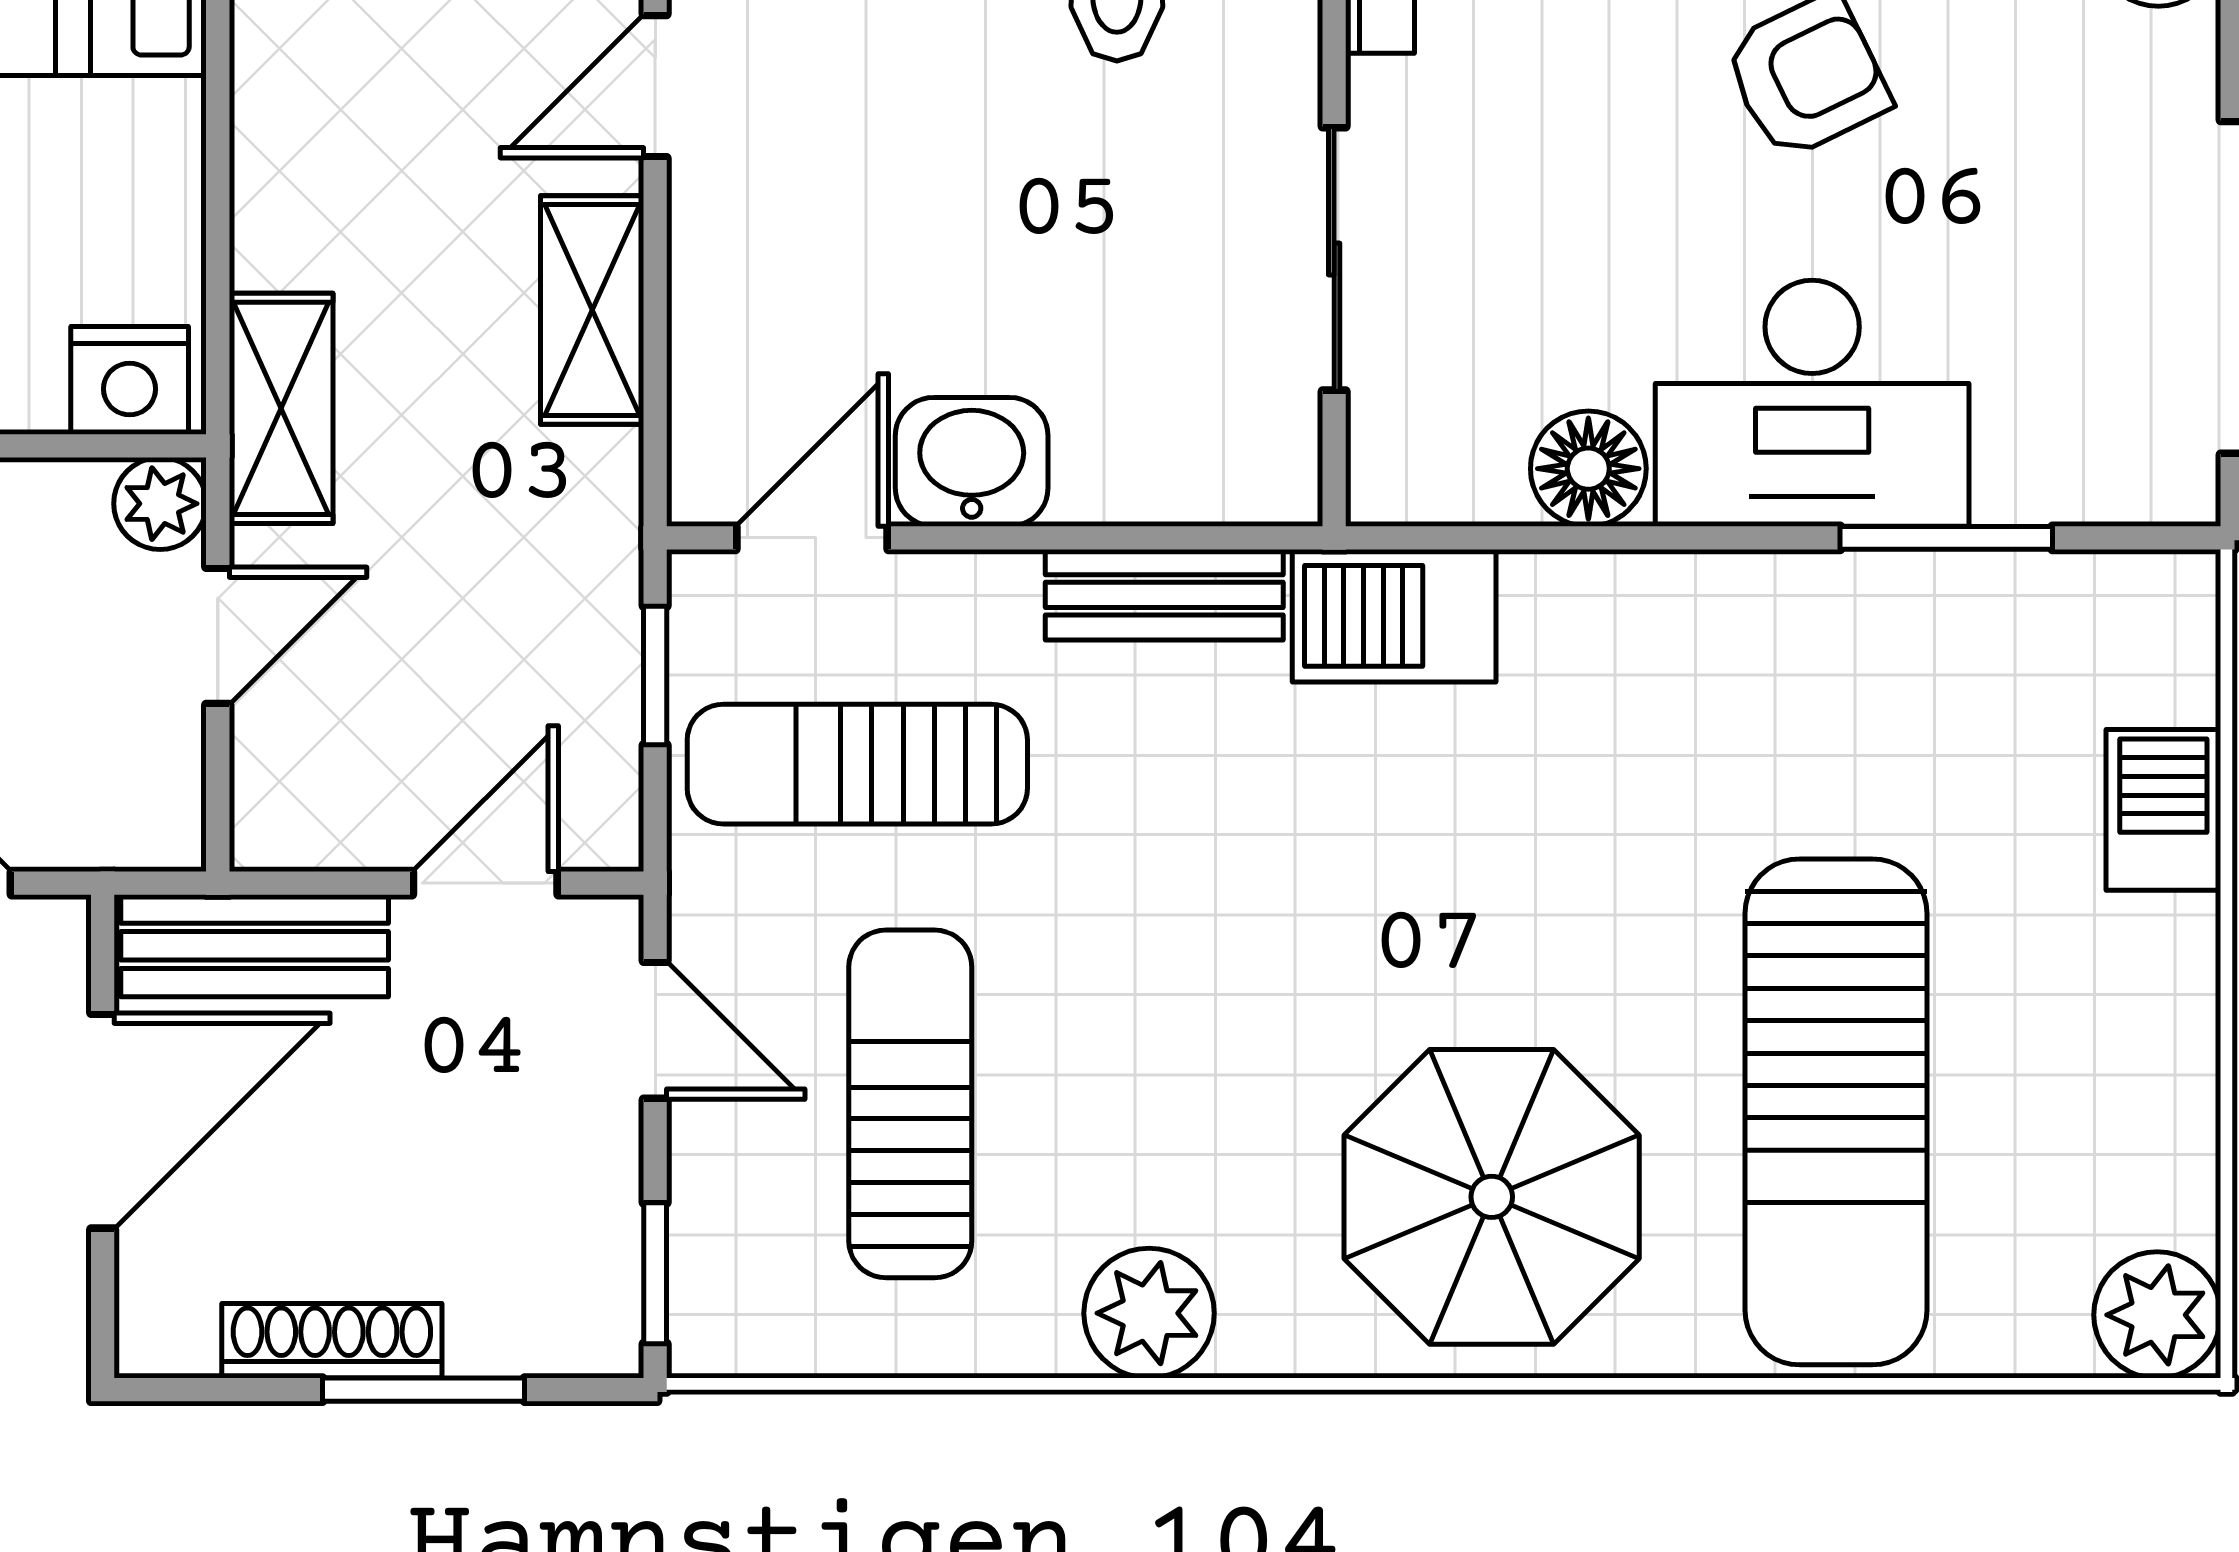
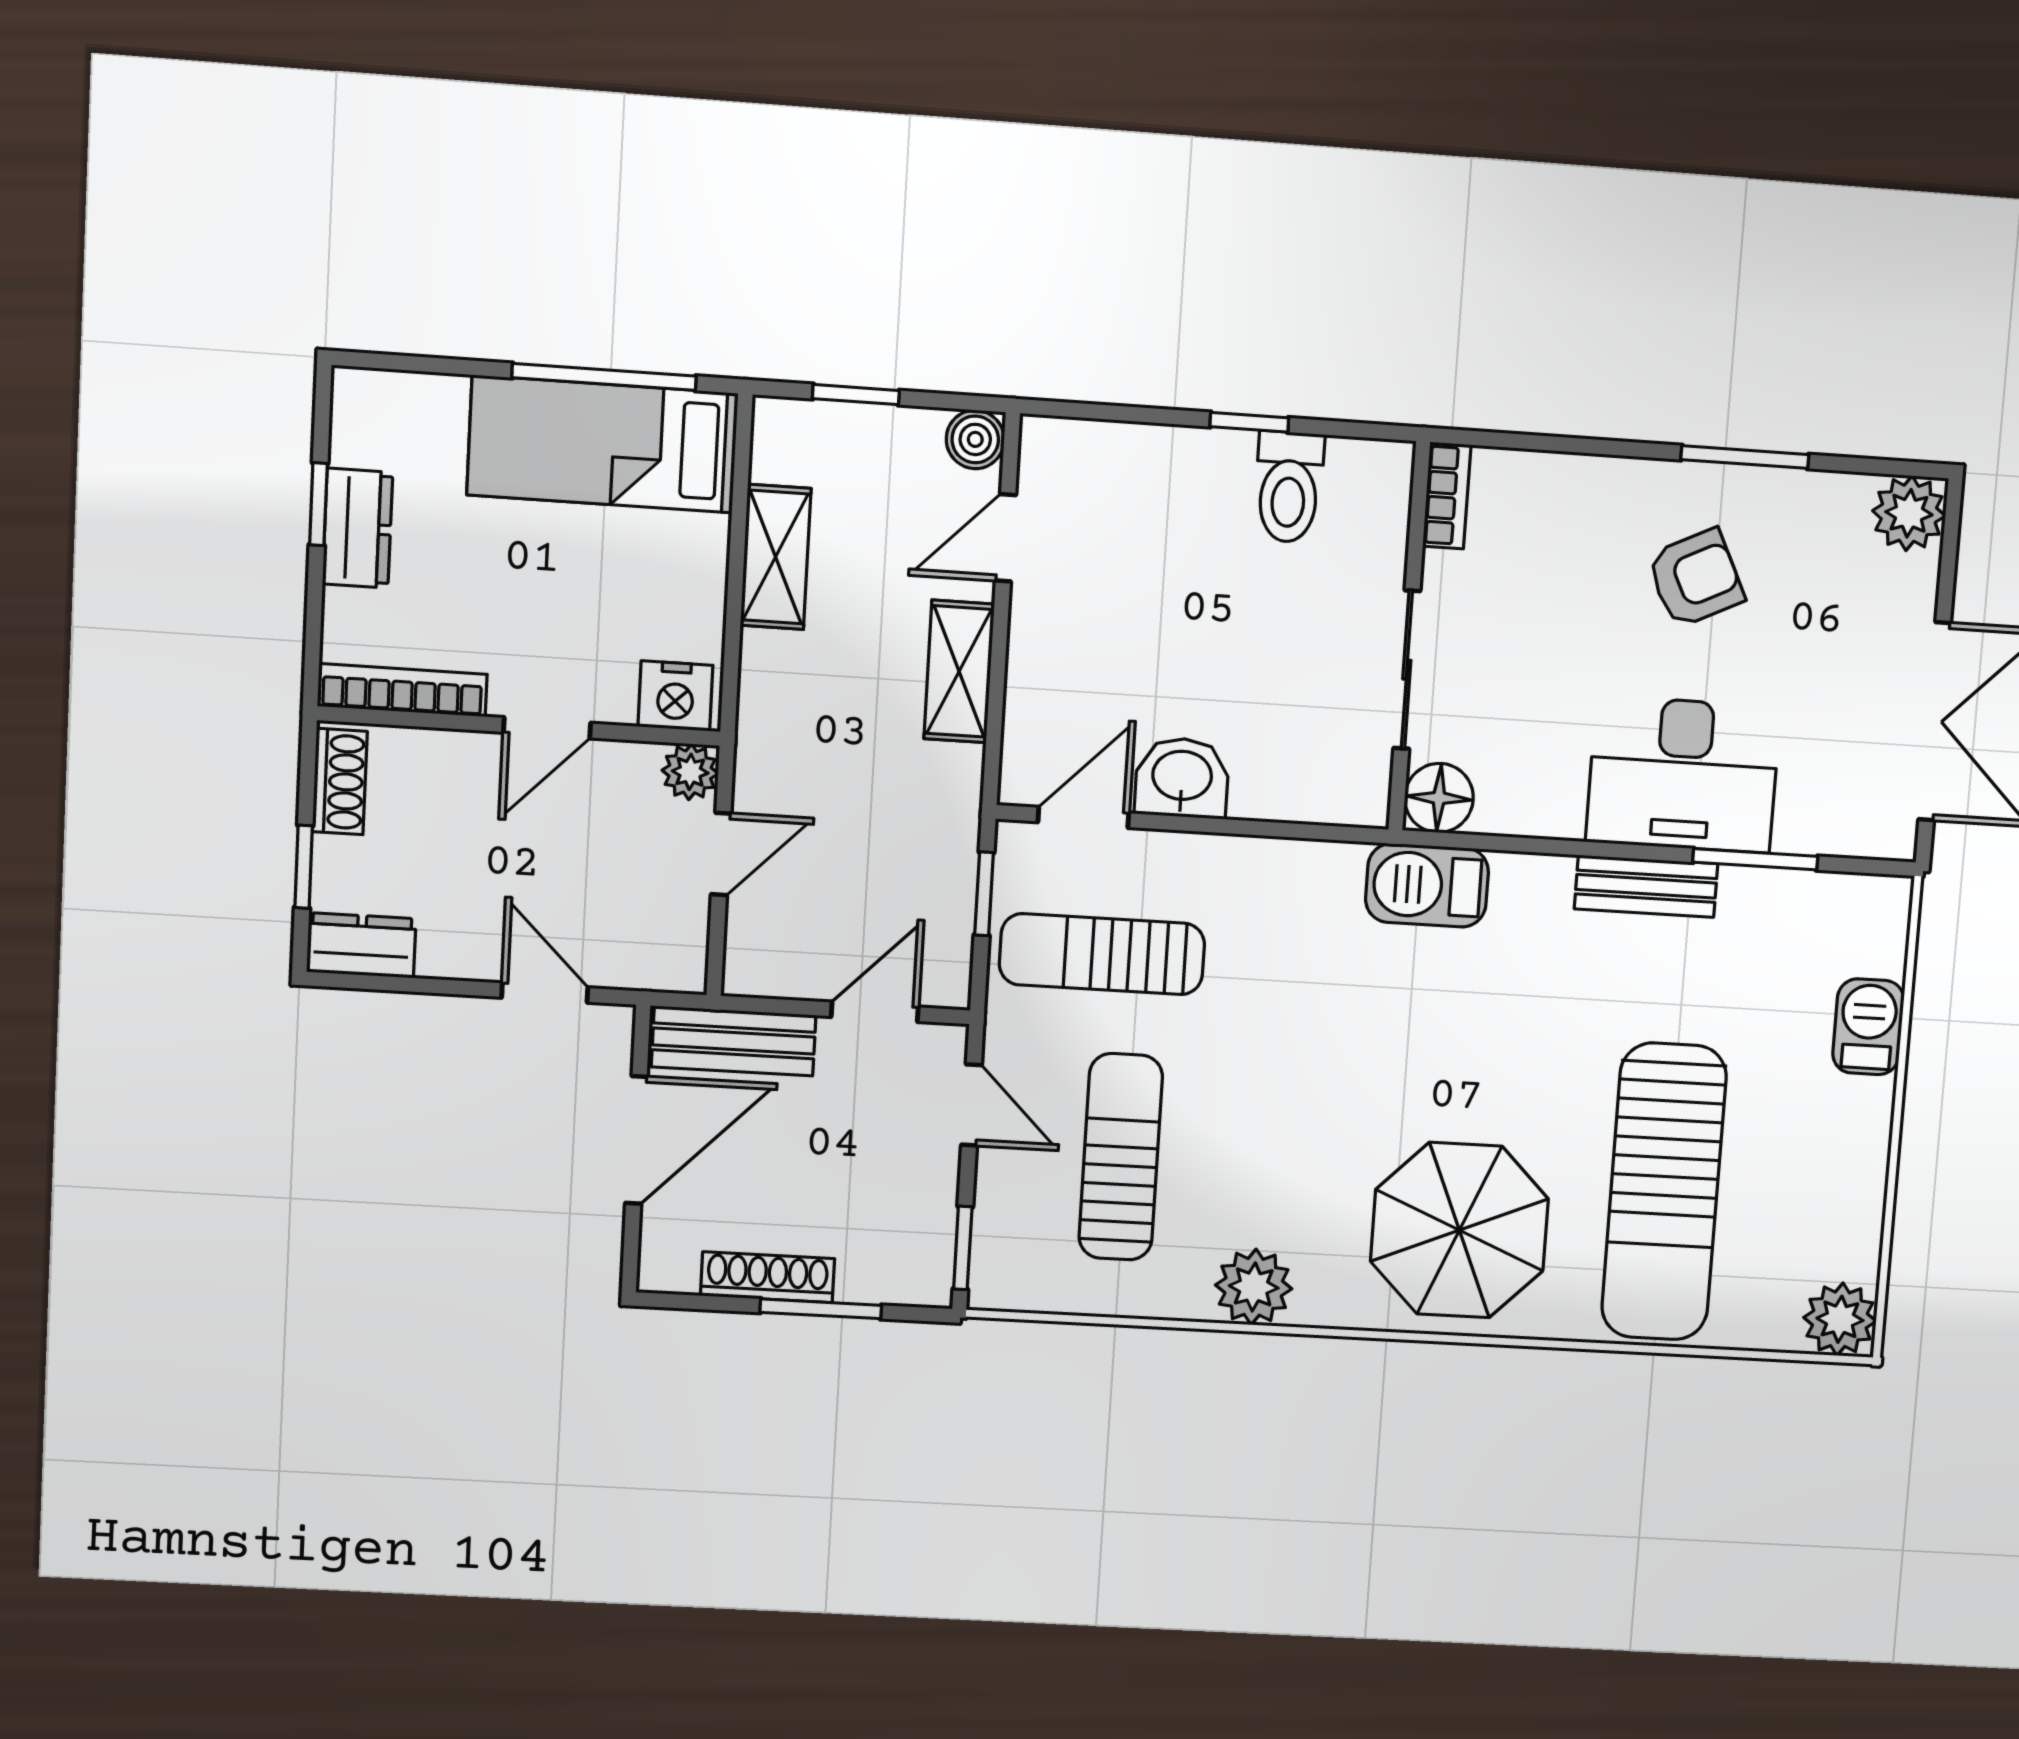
shelving: (281, 408) -> (776, 557), moved
floor lamp: (1588, 469) -> (1439, 798), moved
bench: (1164, 595) -> (1646, 886), moved

